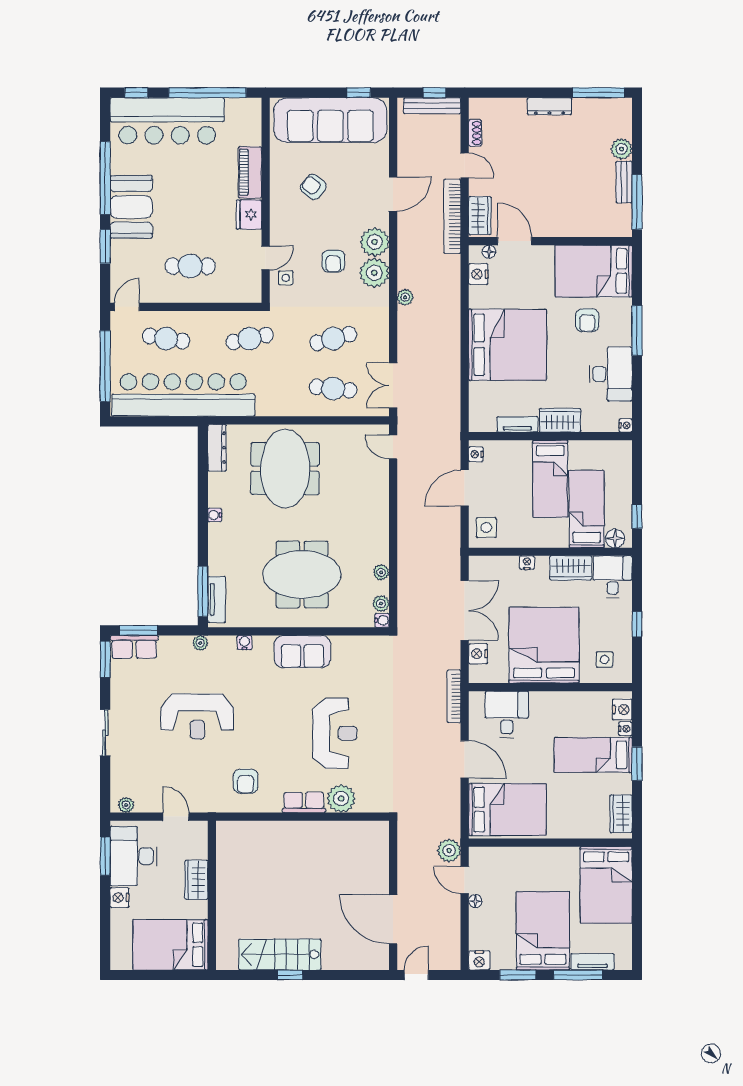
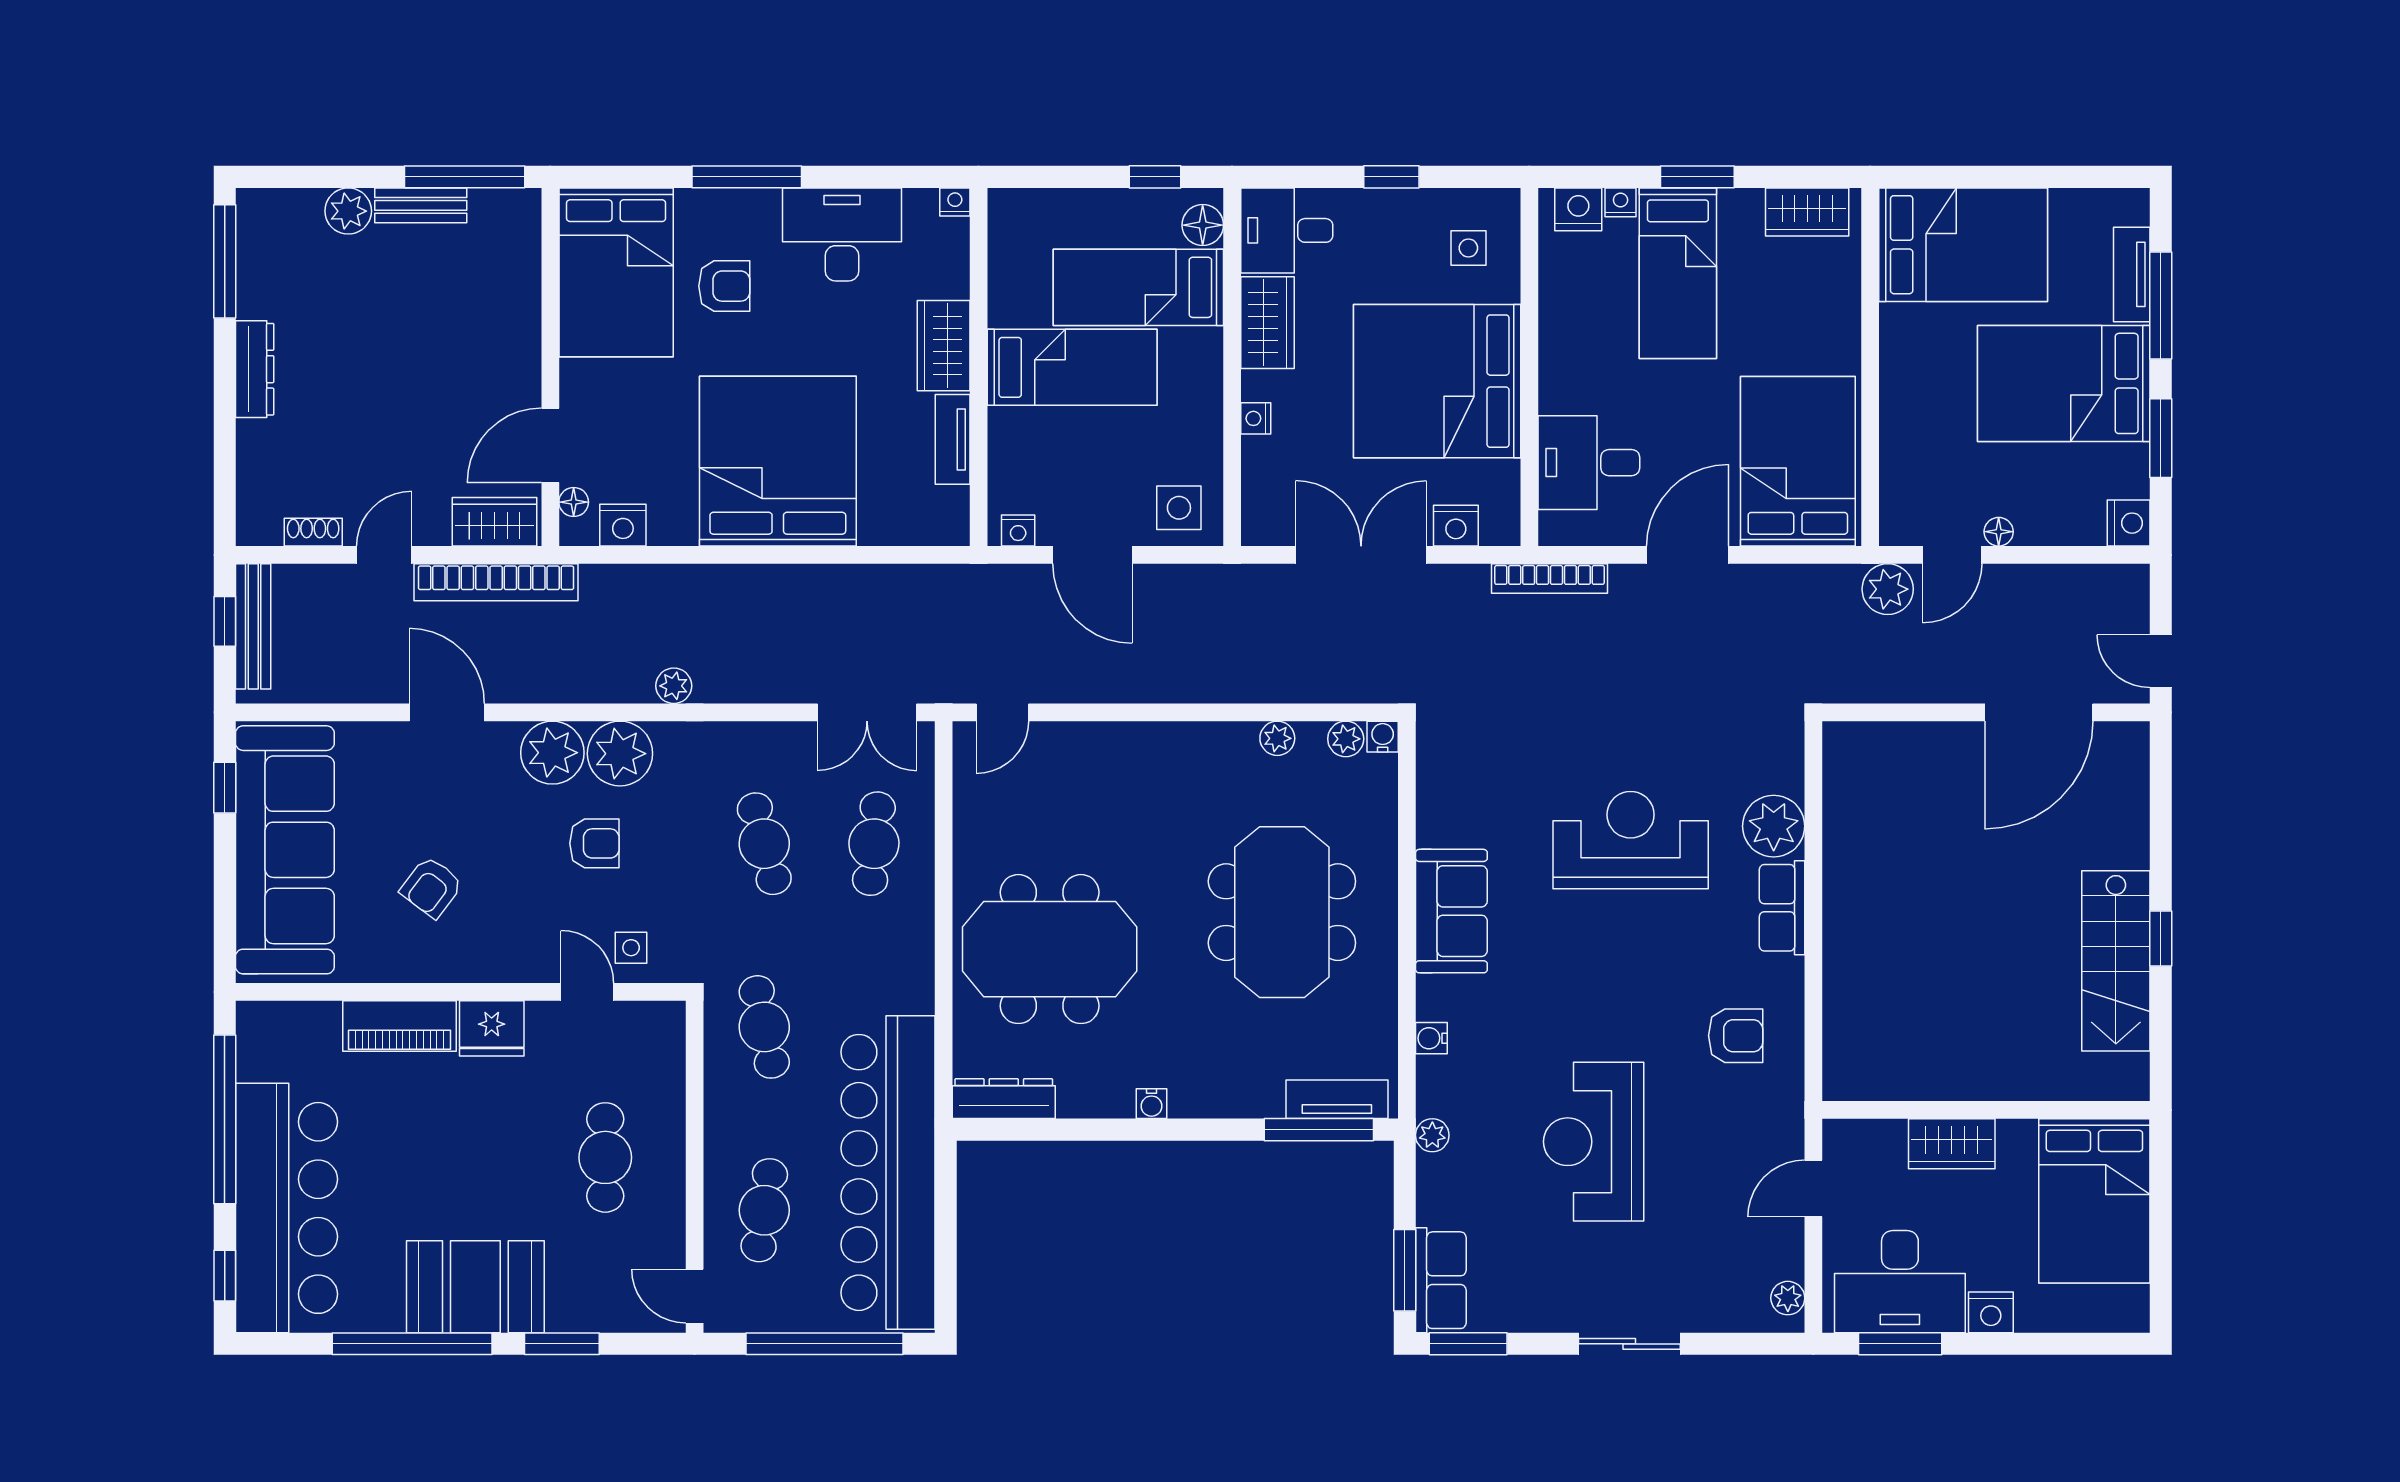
reception desk: (197, 717) -> (1594, 1142), turned 180

